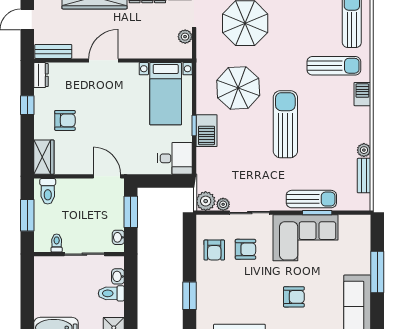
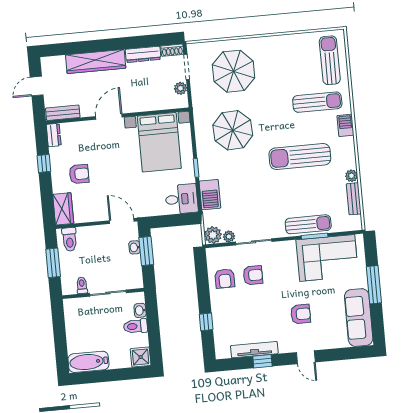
bed with nightstands: (166, 94) -> (159, 142), width x1.36
sun lounger: (285, 124) -> (300, 156), moved, turned -90
barbecue: (206, 131) -> (210, 195), moved
washbasin: (118, 237) -> (135, 247), moved
corner sofa: (305, 238) -> (327, 258), moved
window: (189, 296) -> (206, 322), width x0.67

